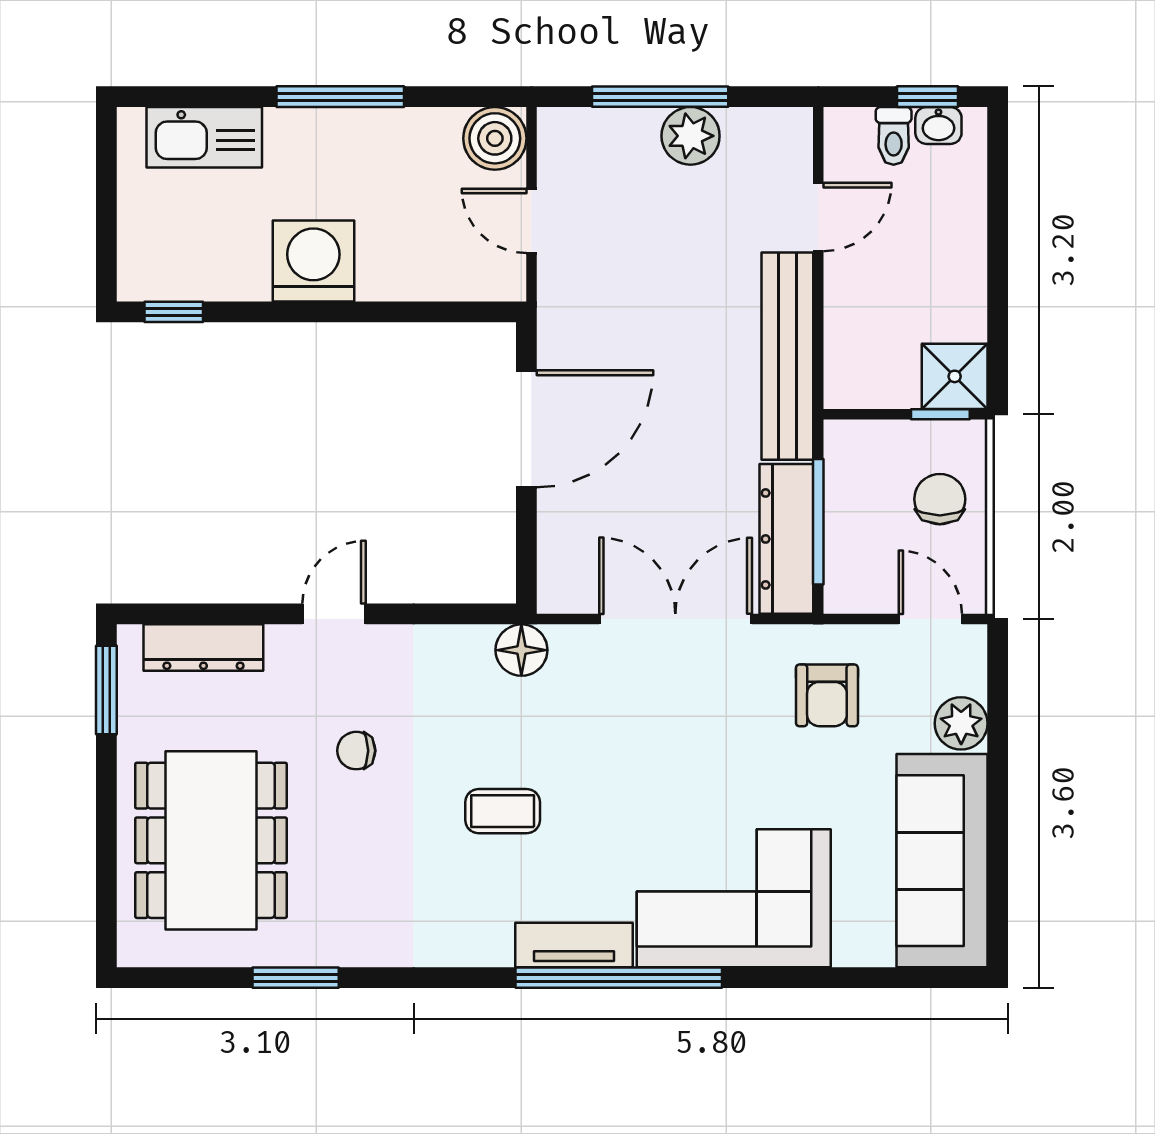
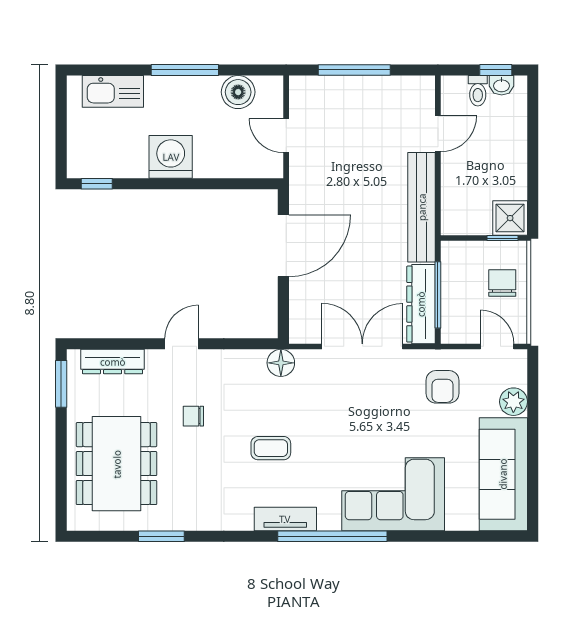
plant: (691, 136) -> (370, 91), removed
boiler: (495, 138) -> (238, 92), moved
tv unit: (574, 945) -> (285, 519), moved

